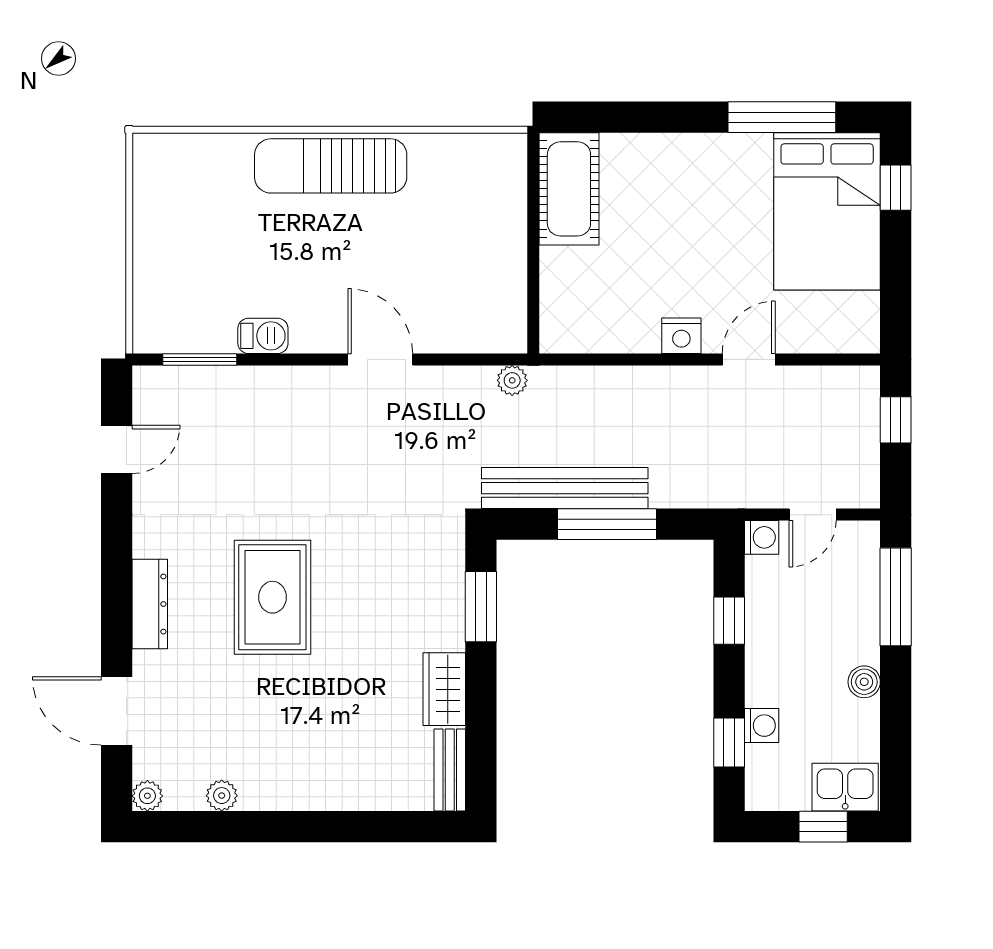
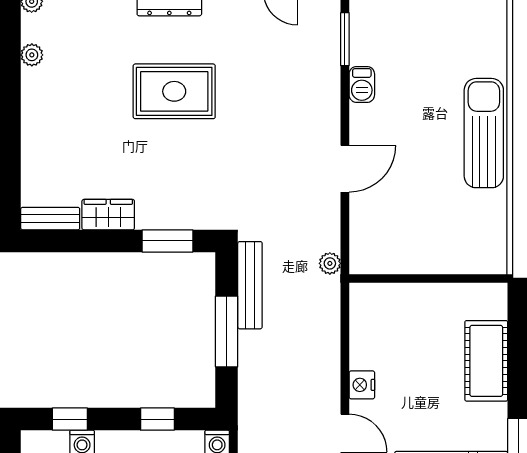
cot: (569, 189) -> (486, 361), moved, turned 90
bench: (565, 488) -> (250, 285), width x0.73, depth x0.82

